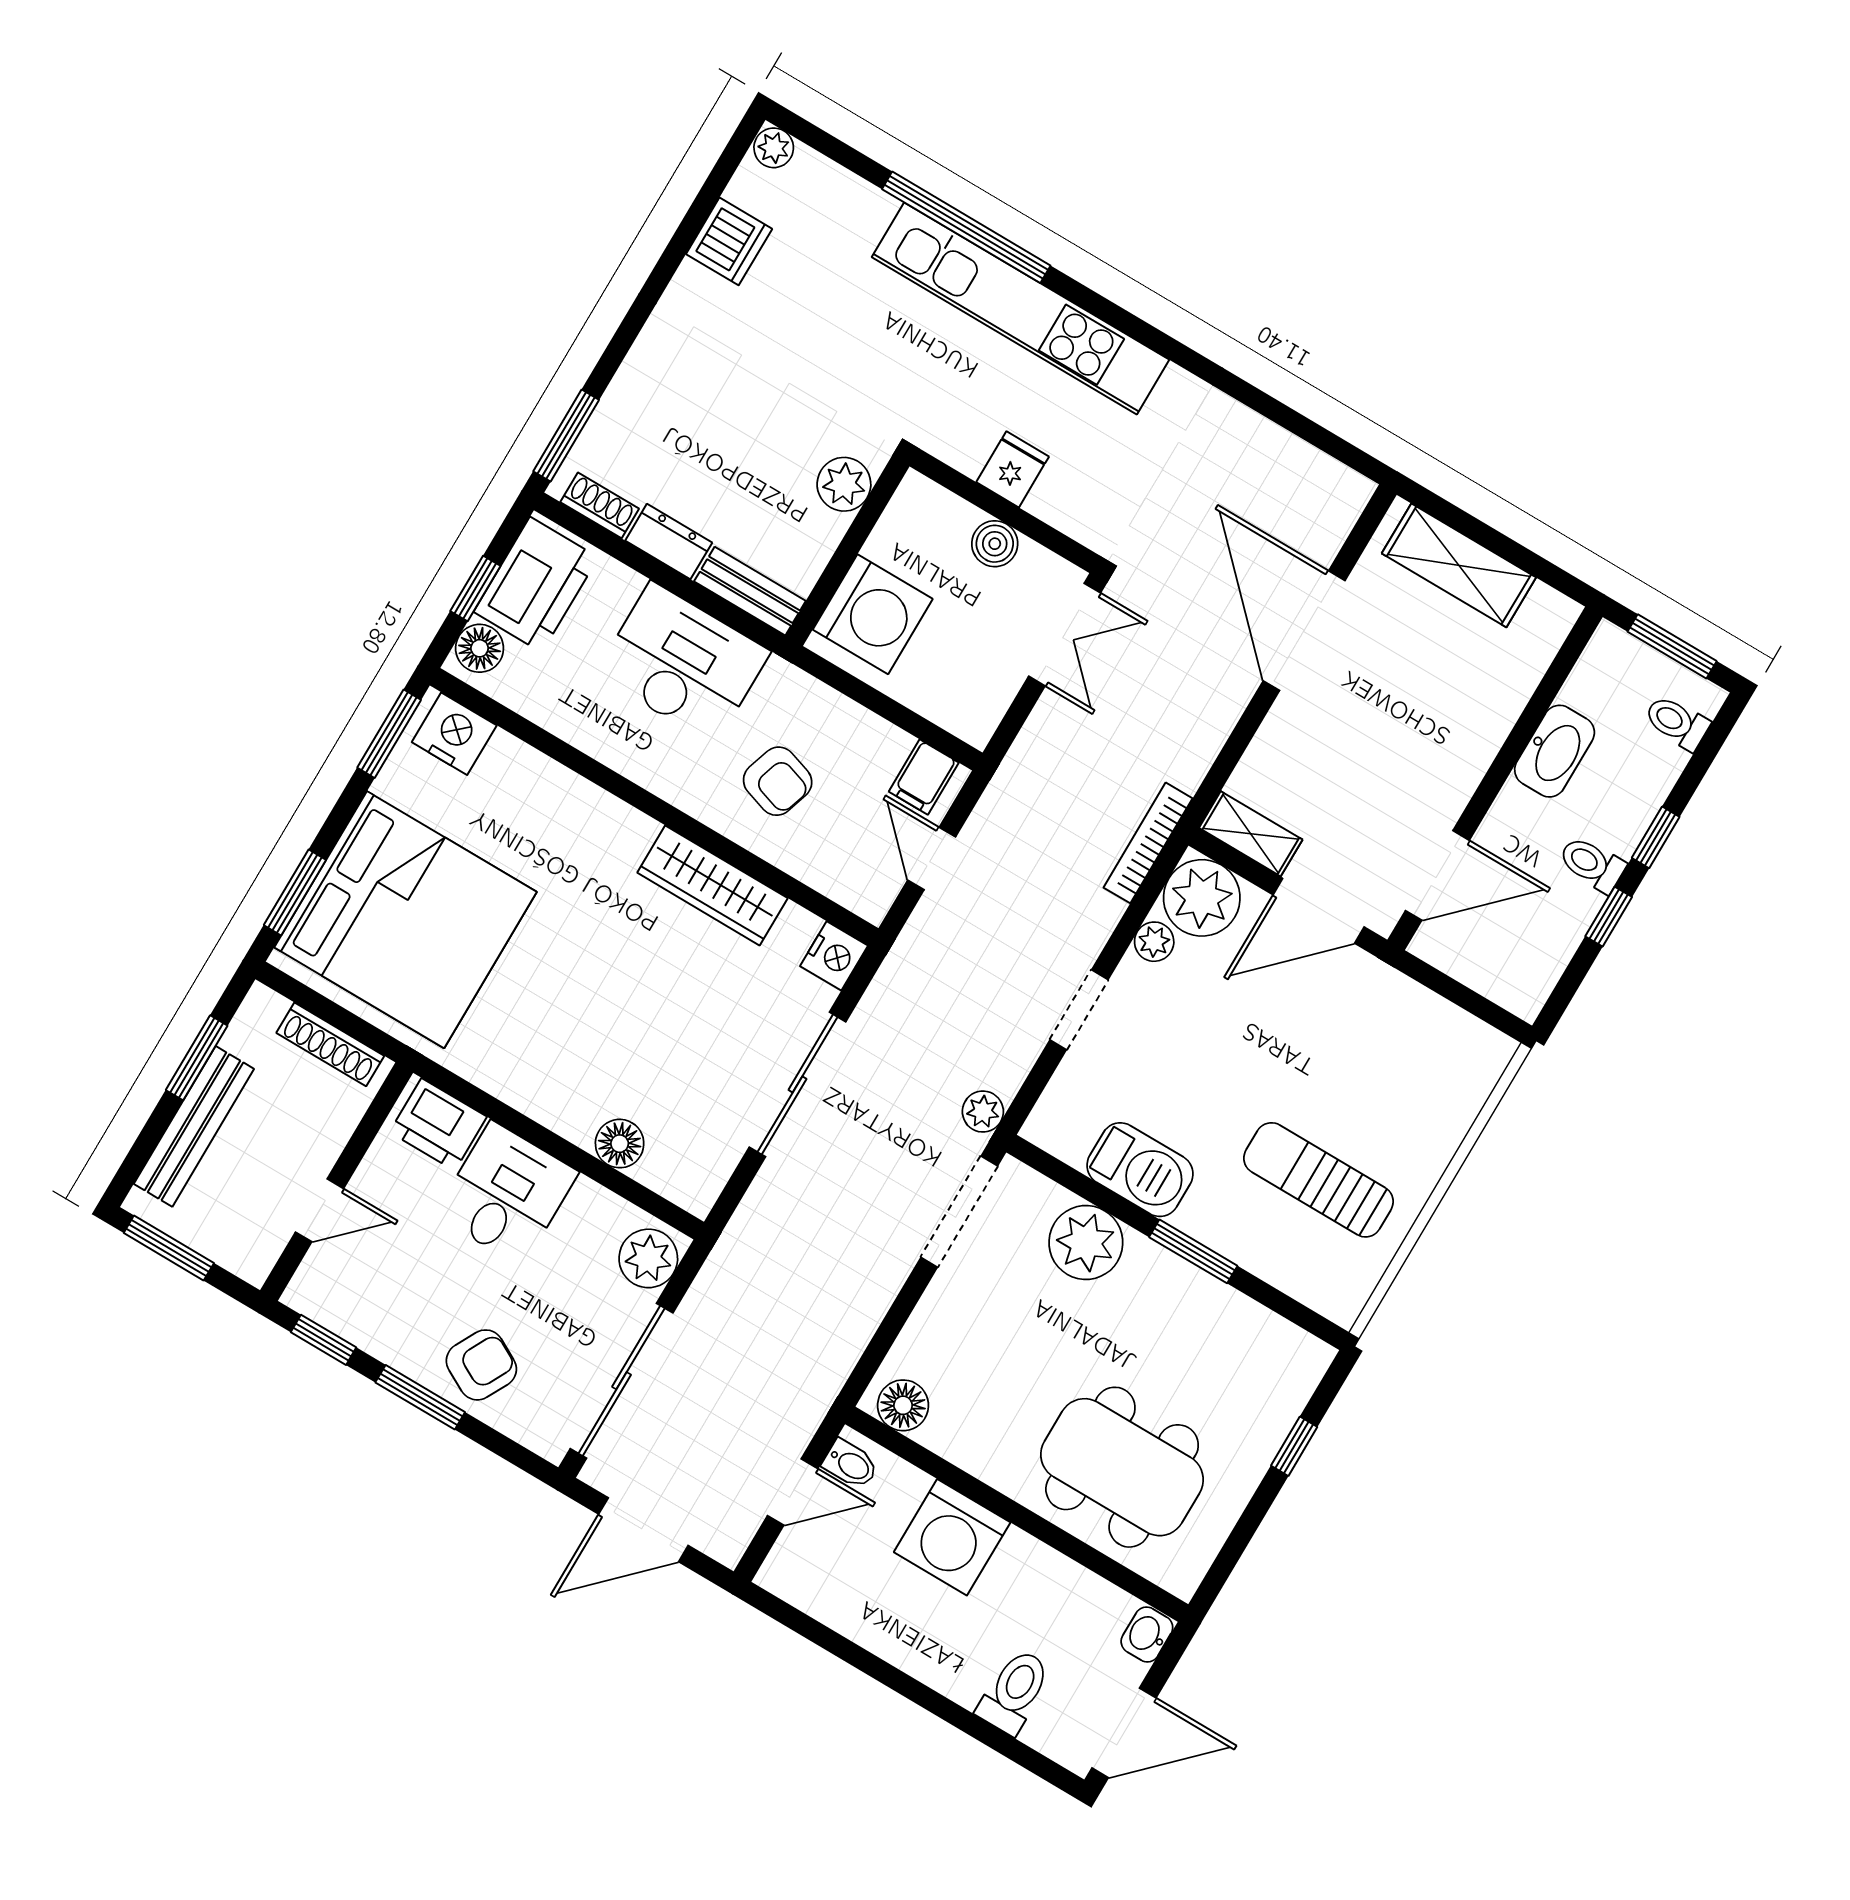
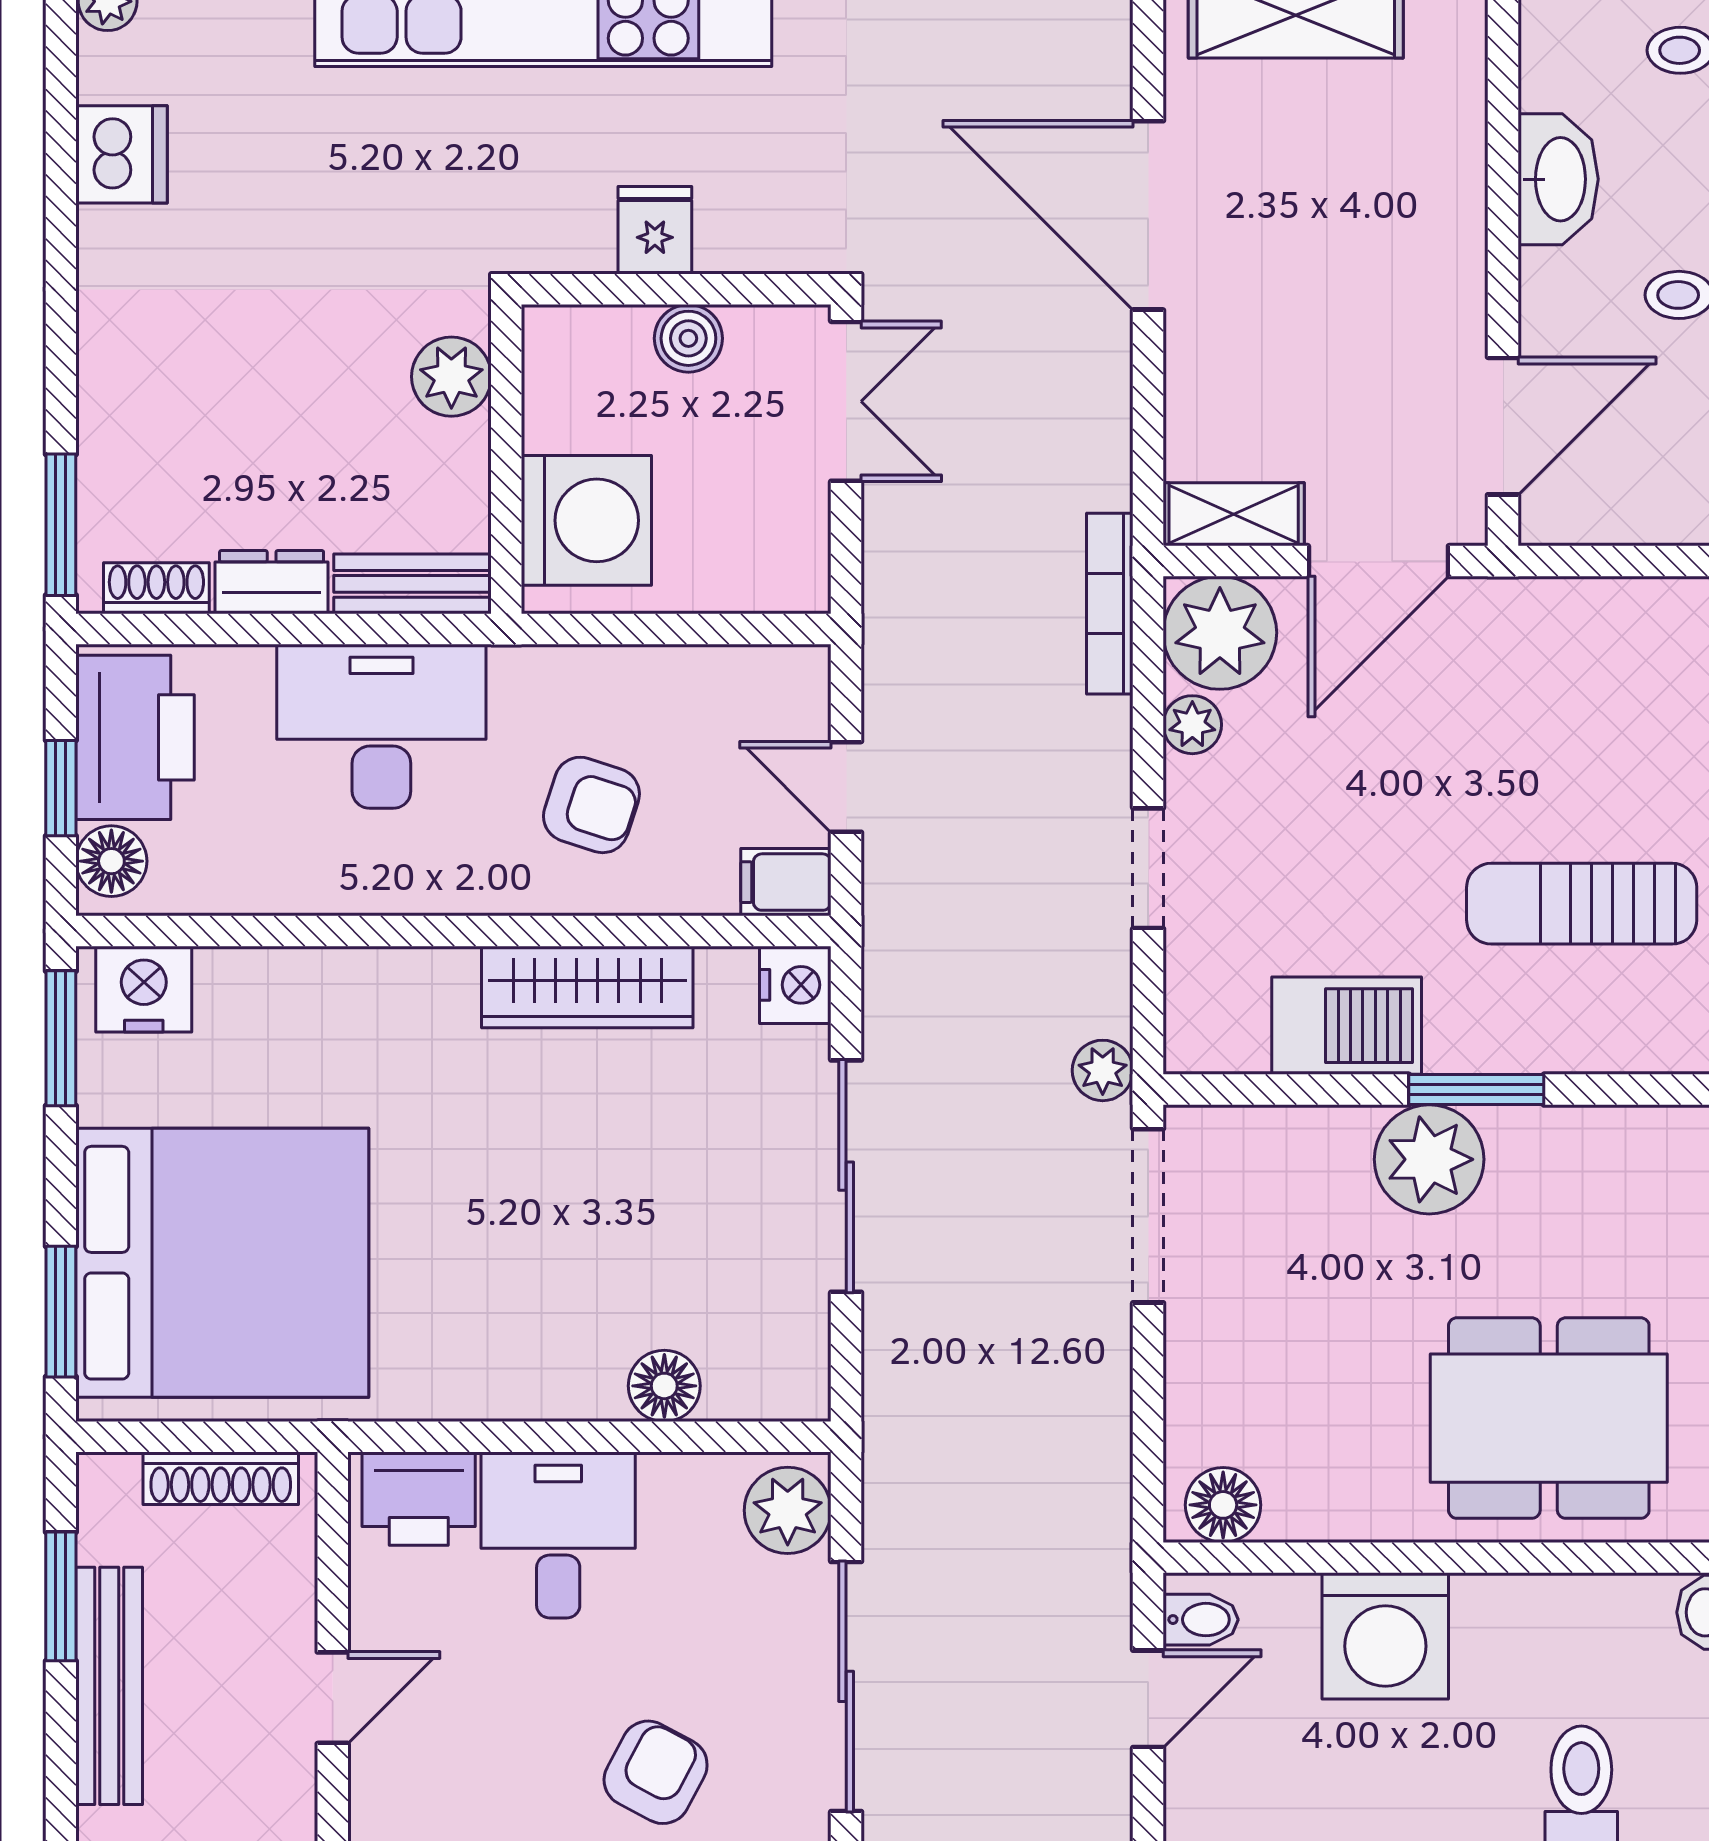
filing cabinet: (924, 777) -> (786, 882), moved, turned 90
plant: (1086, 1243) -> (1429, 1159), moved

